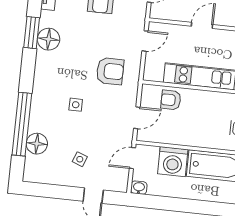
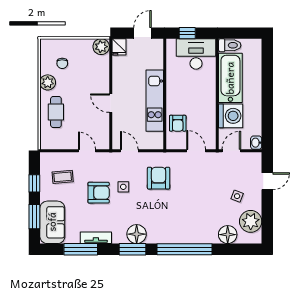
side table: (76, 105) -> (123, 187), moved
window: (22, 124) -> (185, 249), moved
door: (132, 158) -> (231, 151), swing flipped
plant: (49, 172) -> (251, 221), added

